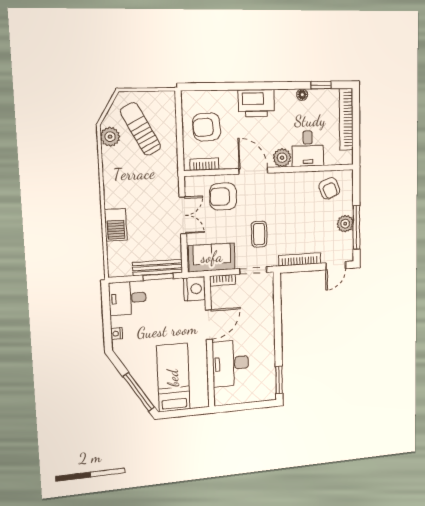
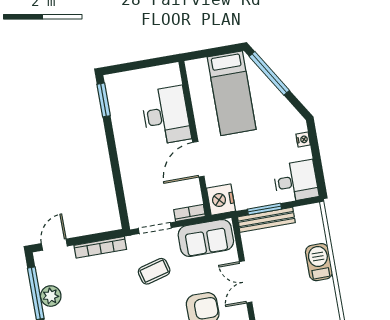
coffee table: (259, 234) -> (154, 271), turned 75

